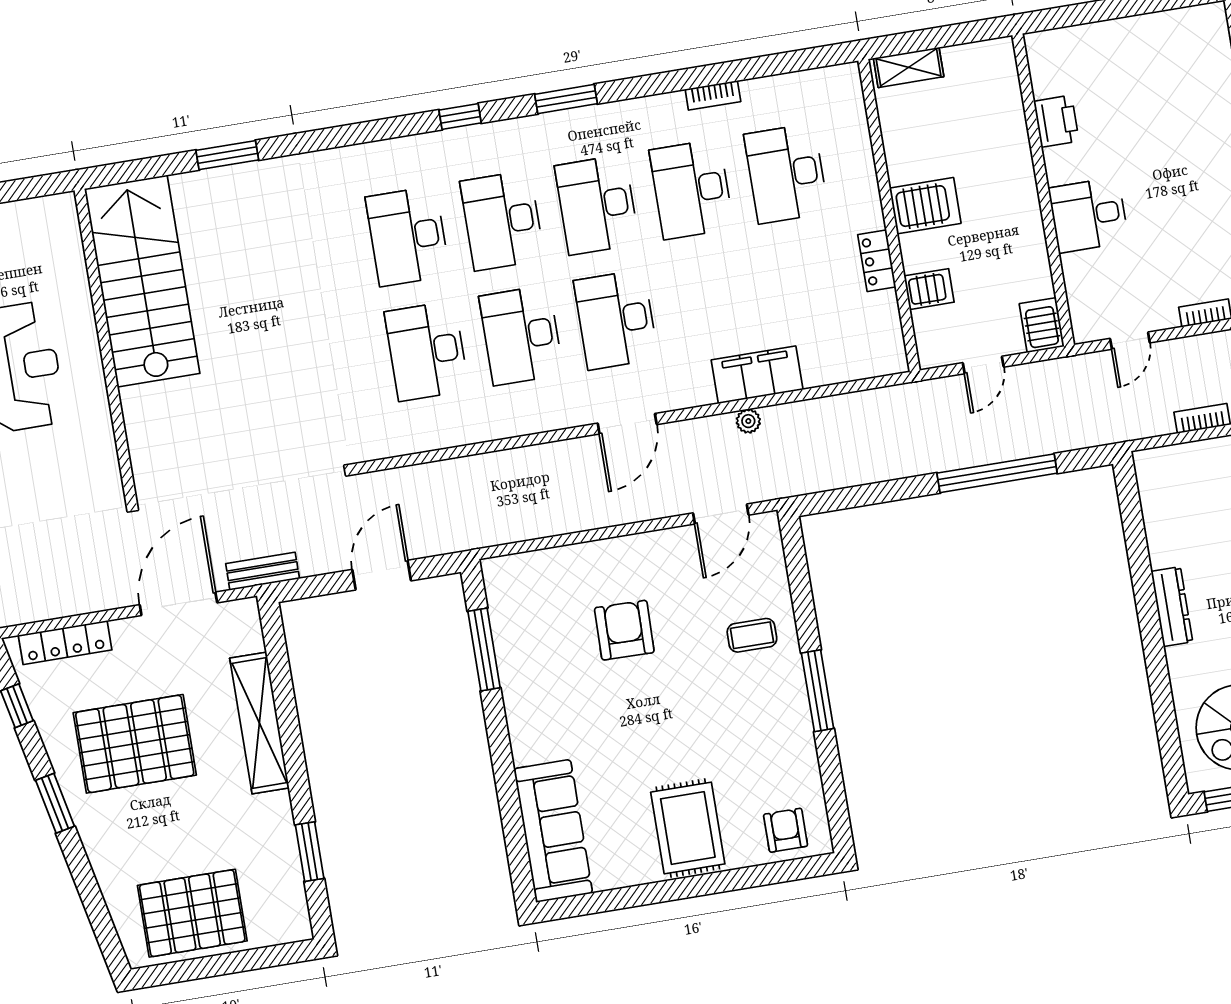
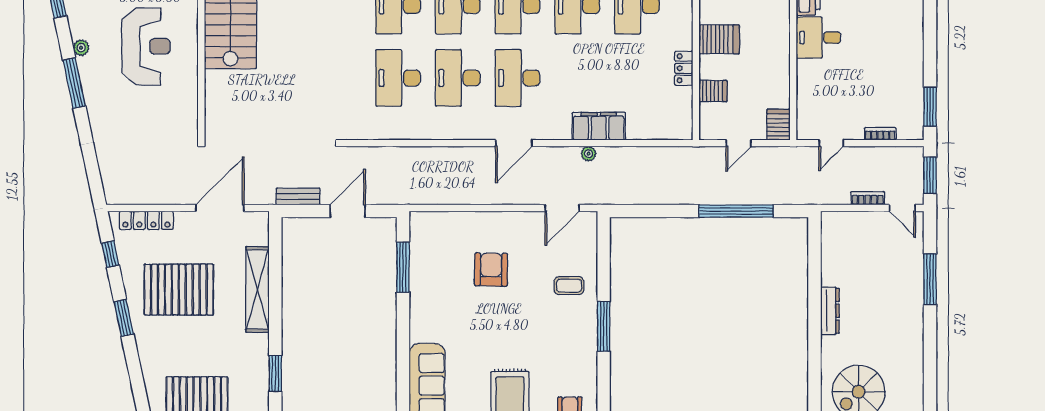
desk: (1088, 215) -> (818, 38), moved
bench: (263, 571) -> (298, 197), moved

